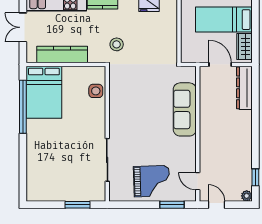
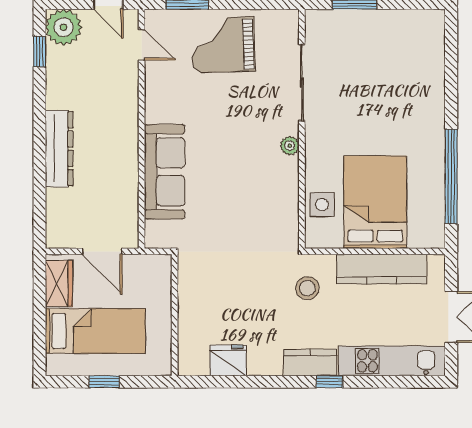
stool: (117, 44) -> (307, 288), moved
dresser: (244, 88) -> (59, 149), moved
bed: (44, 92) -> (375, 202), moved
plant: (114, 124) -> (290, 146), added
plant: (247, 196) -> (64, 27), width x1.87, depth x1.87

